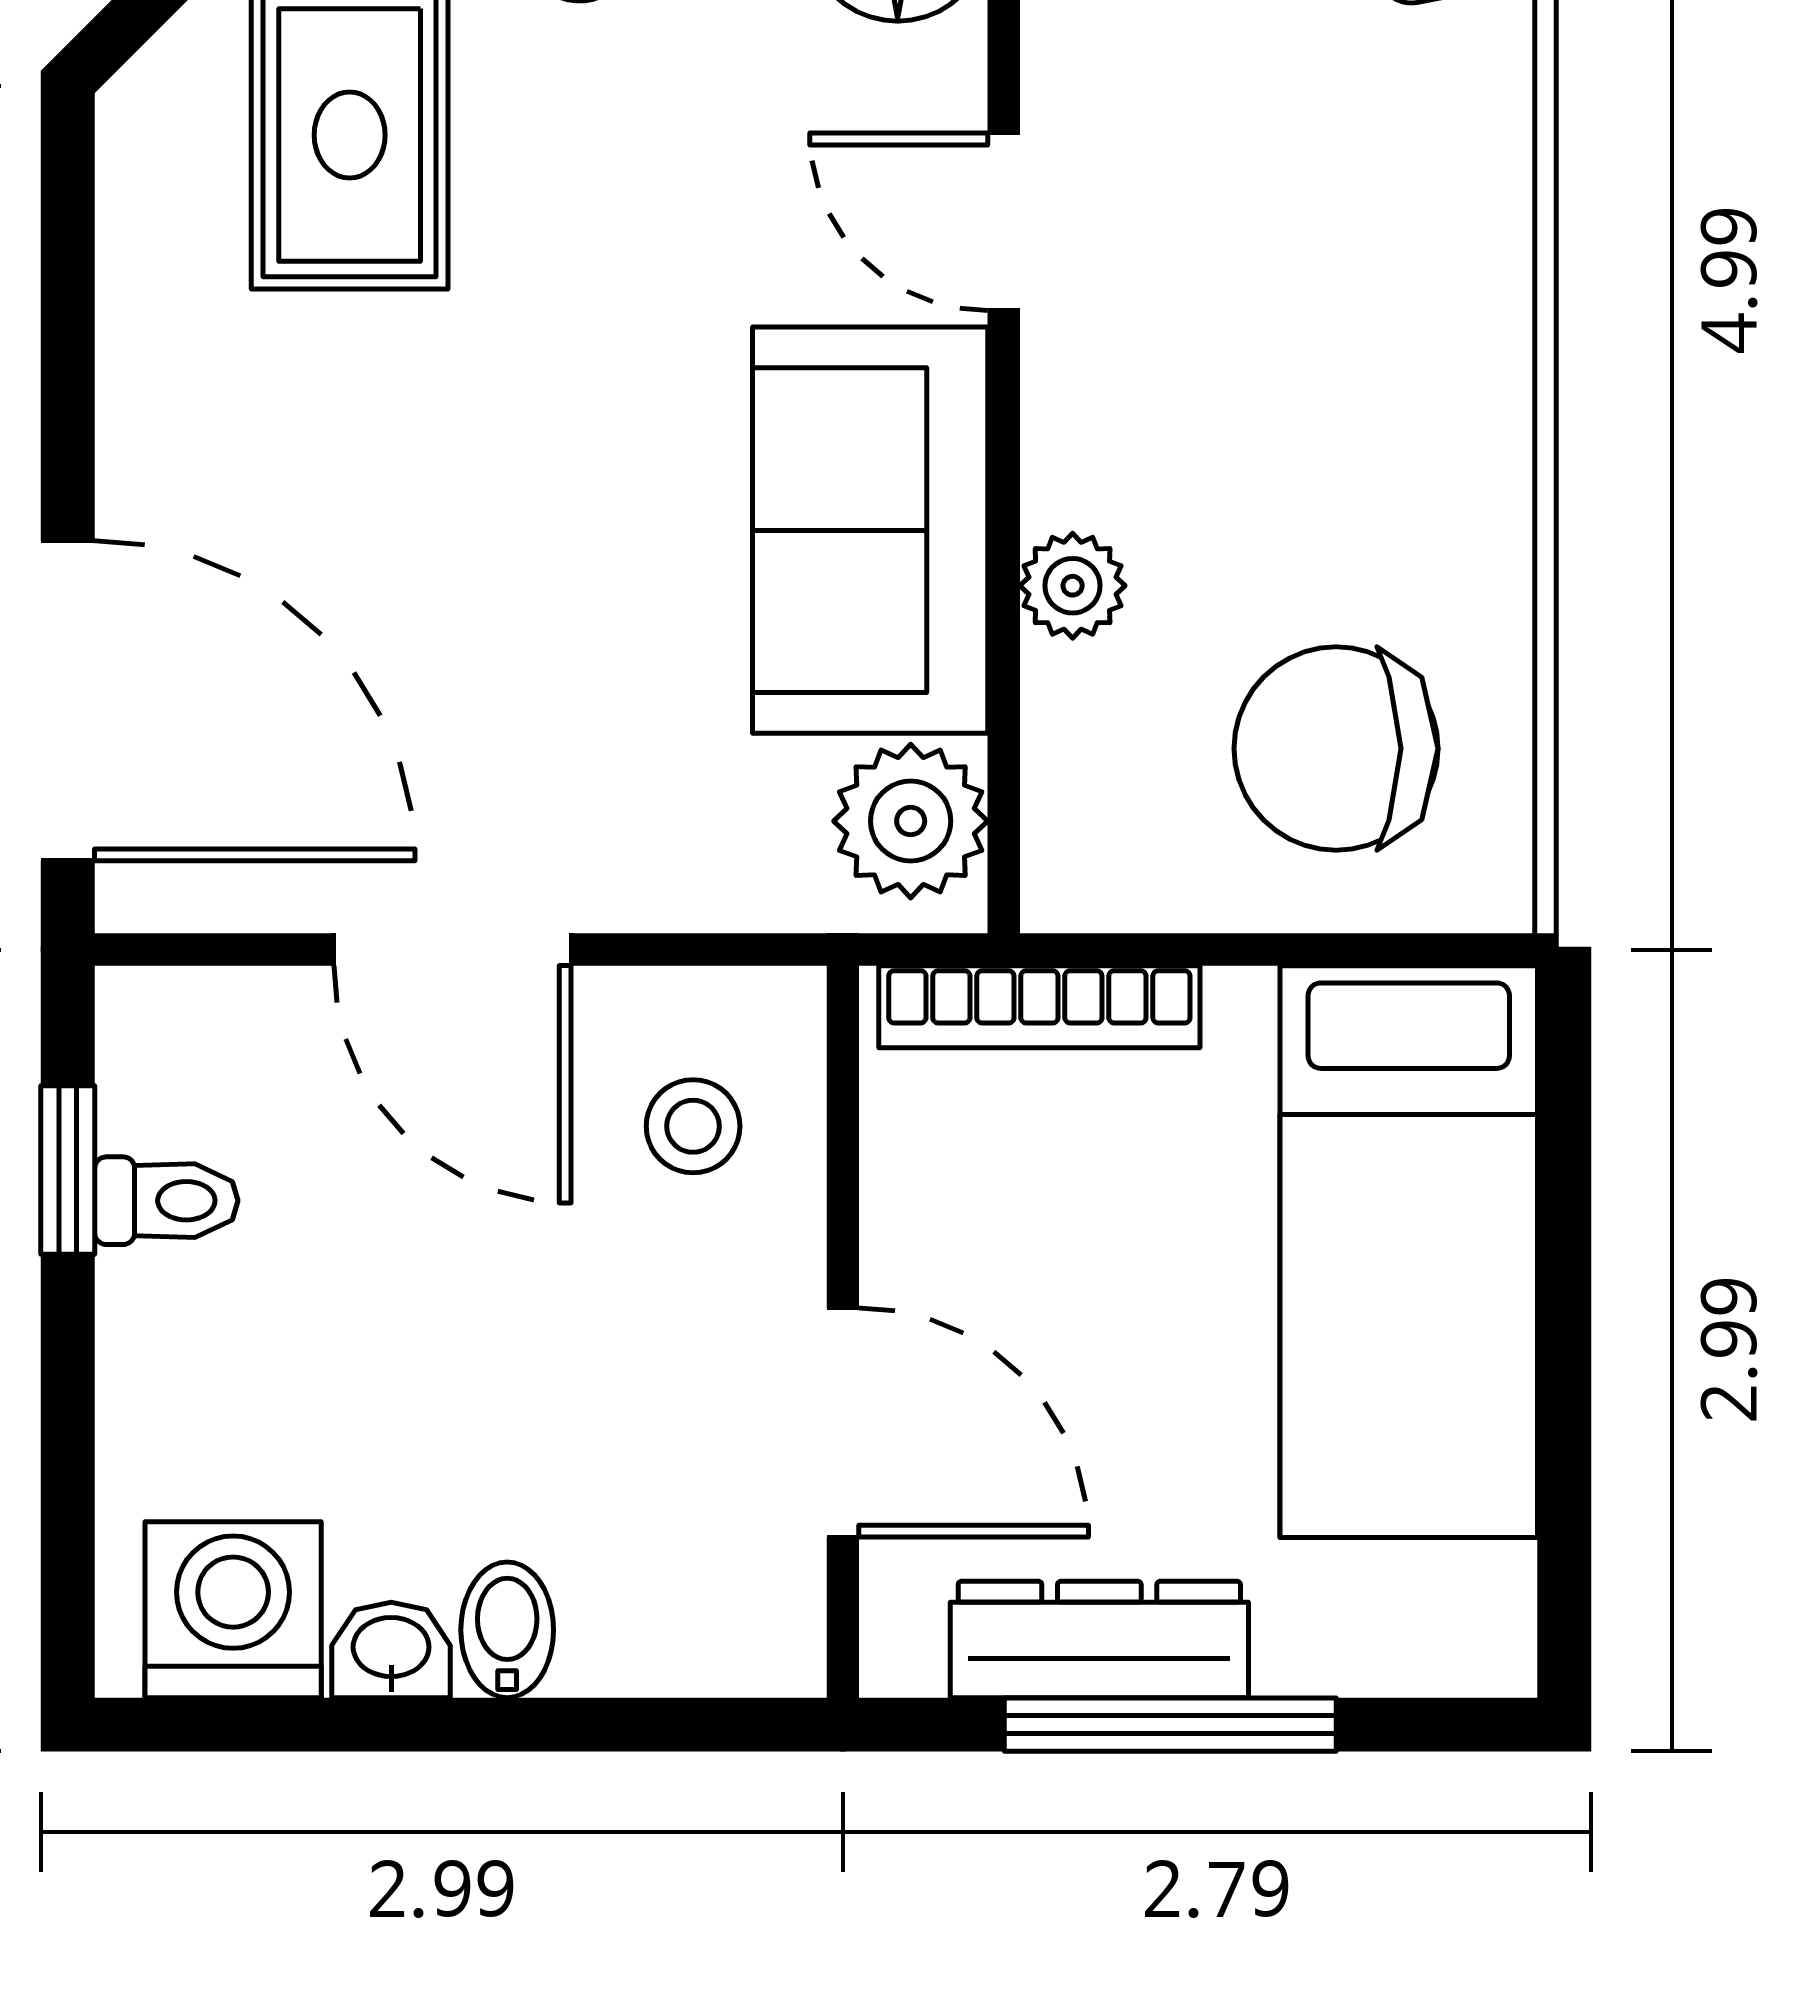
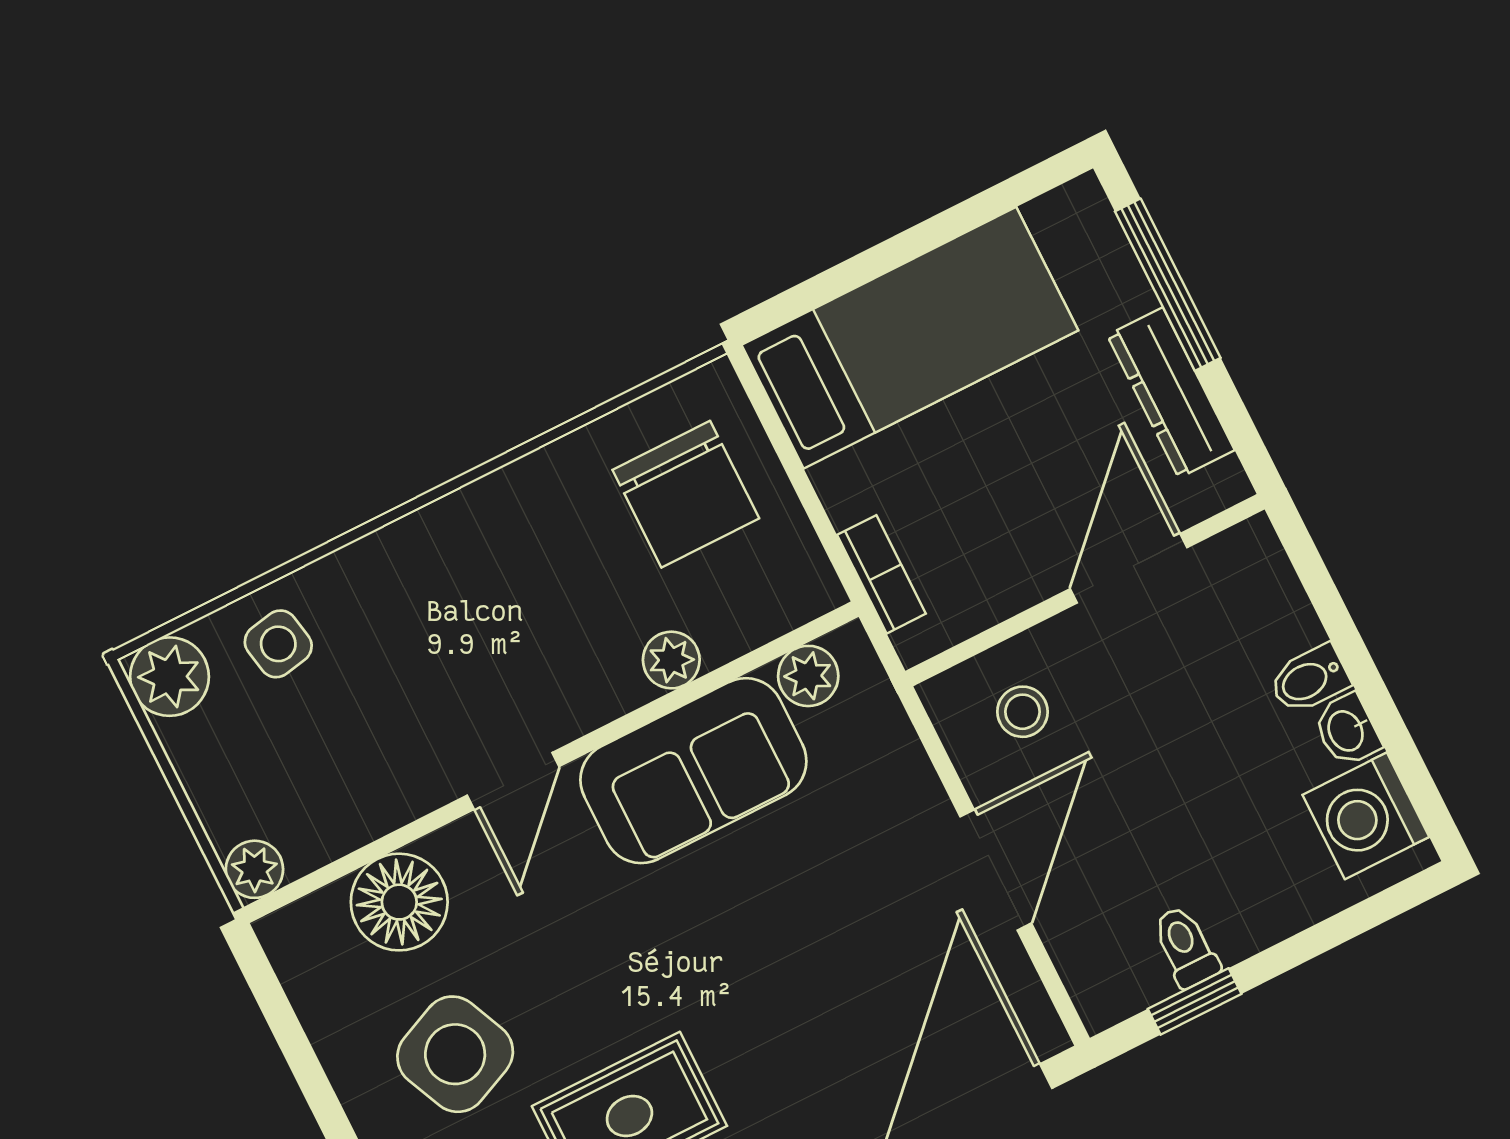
plant: (911, 821) -> (808, 676), width x0.73, depth x0.73
bookcase: (1039, 1007) -> (881, 574), width x0.64
window: (1170, 1725) -> (1168, 285), moved

